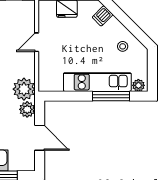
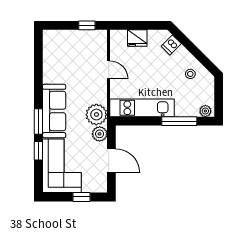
door: (37, 42) -> (109, 70), swing flipped
kitchen unit: (97, 82) -> (142, 108), moved

